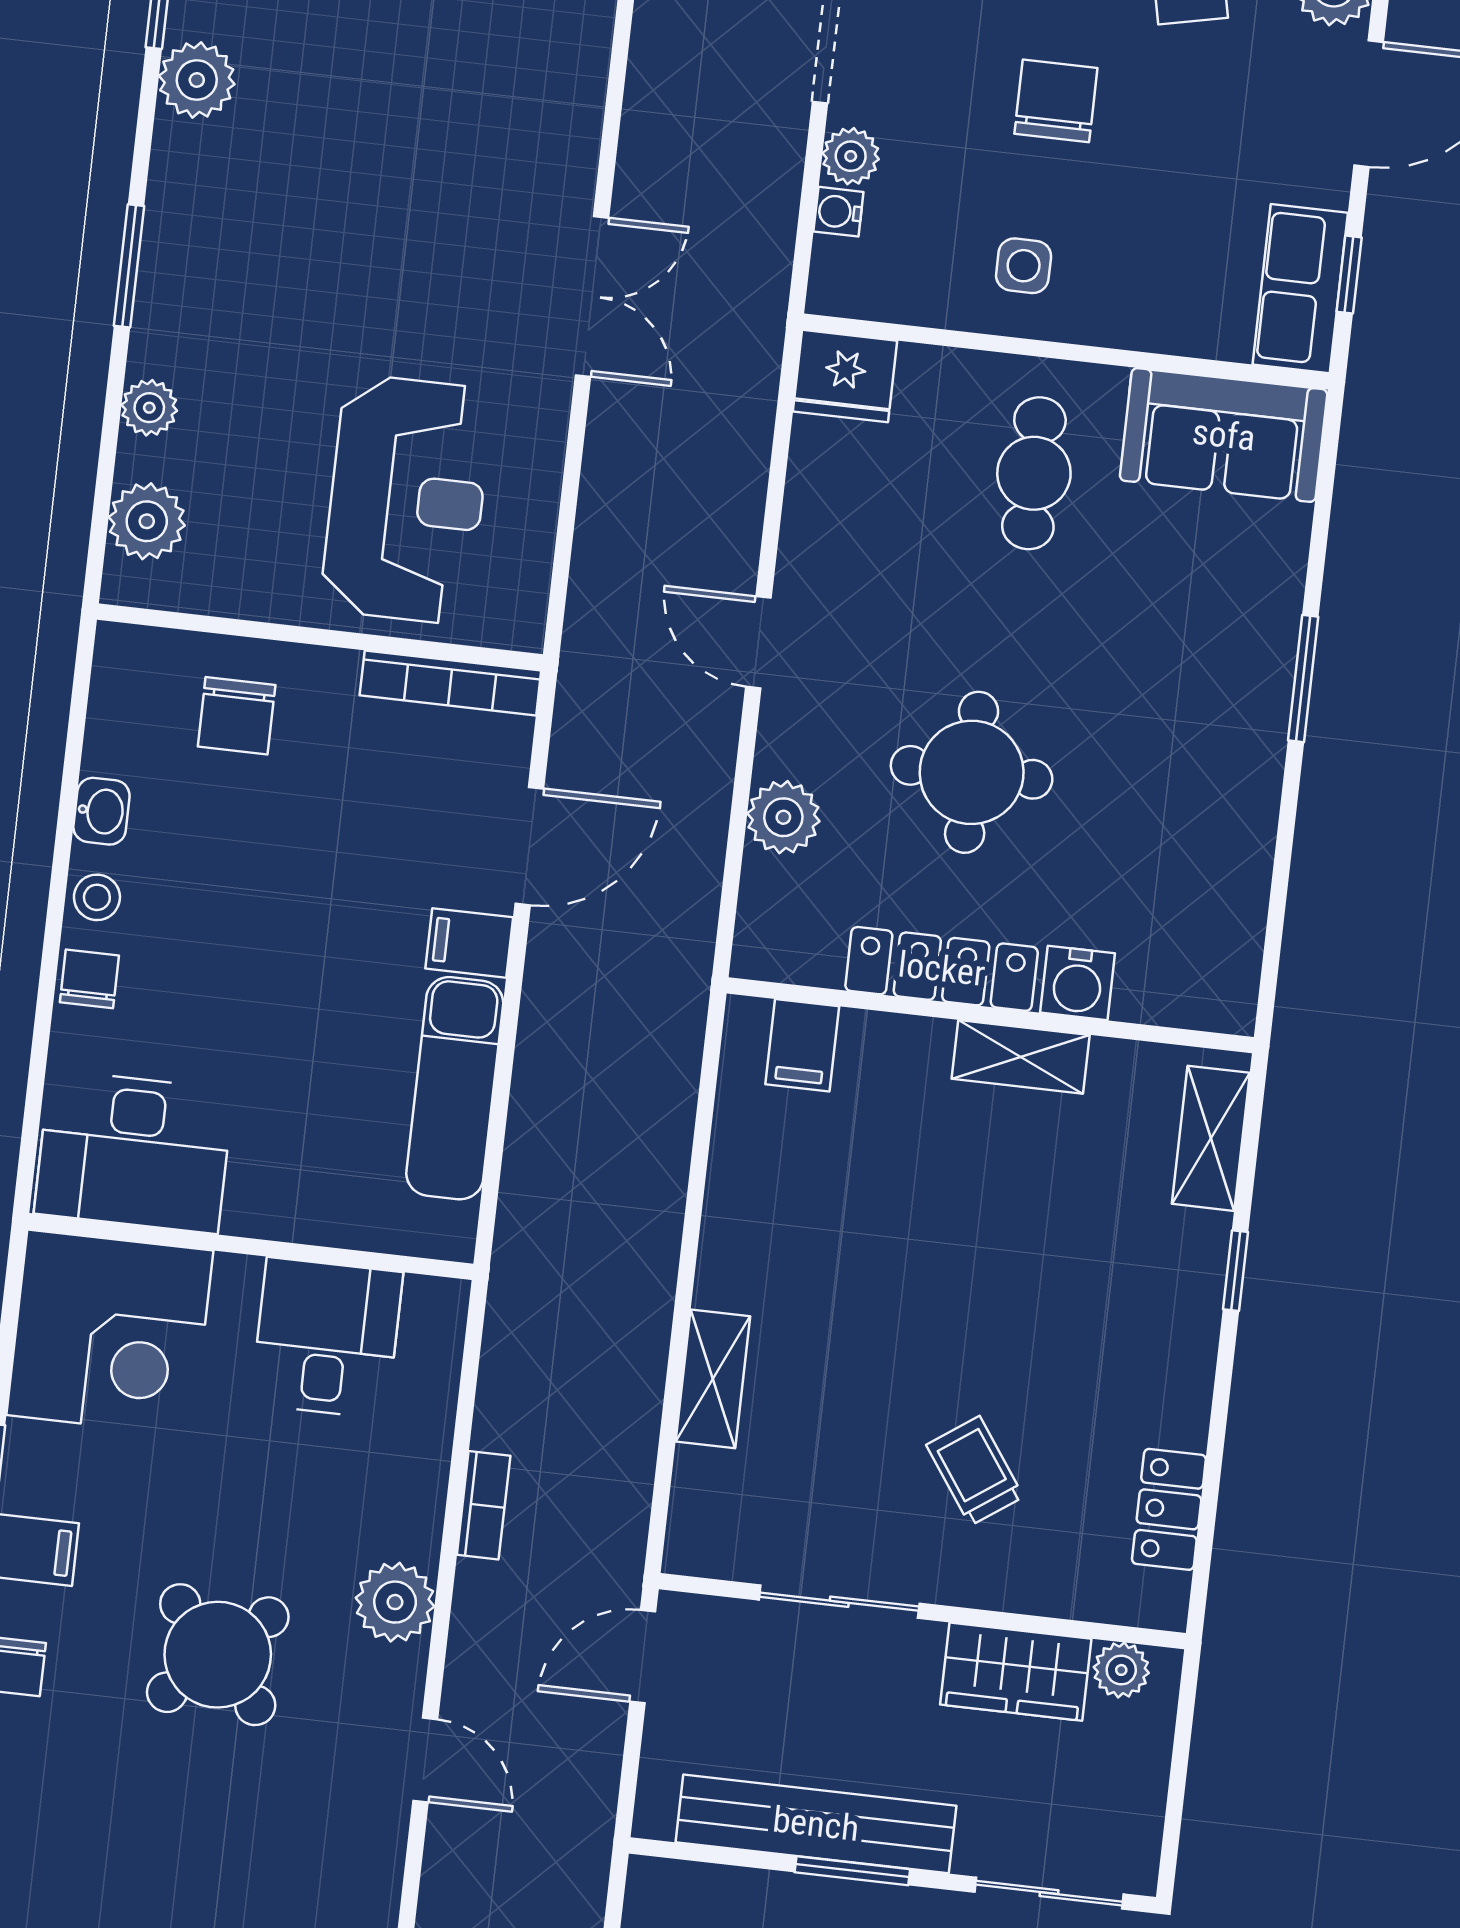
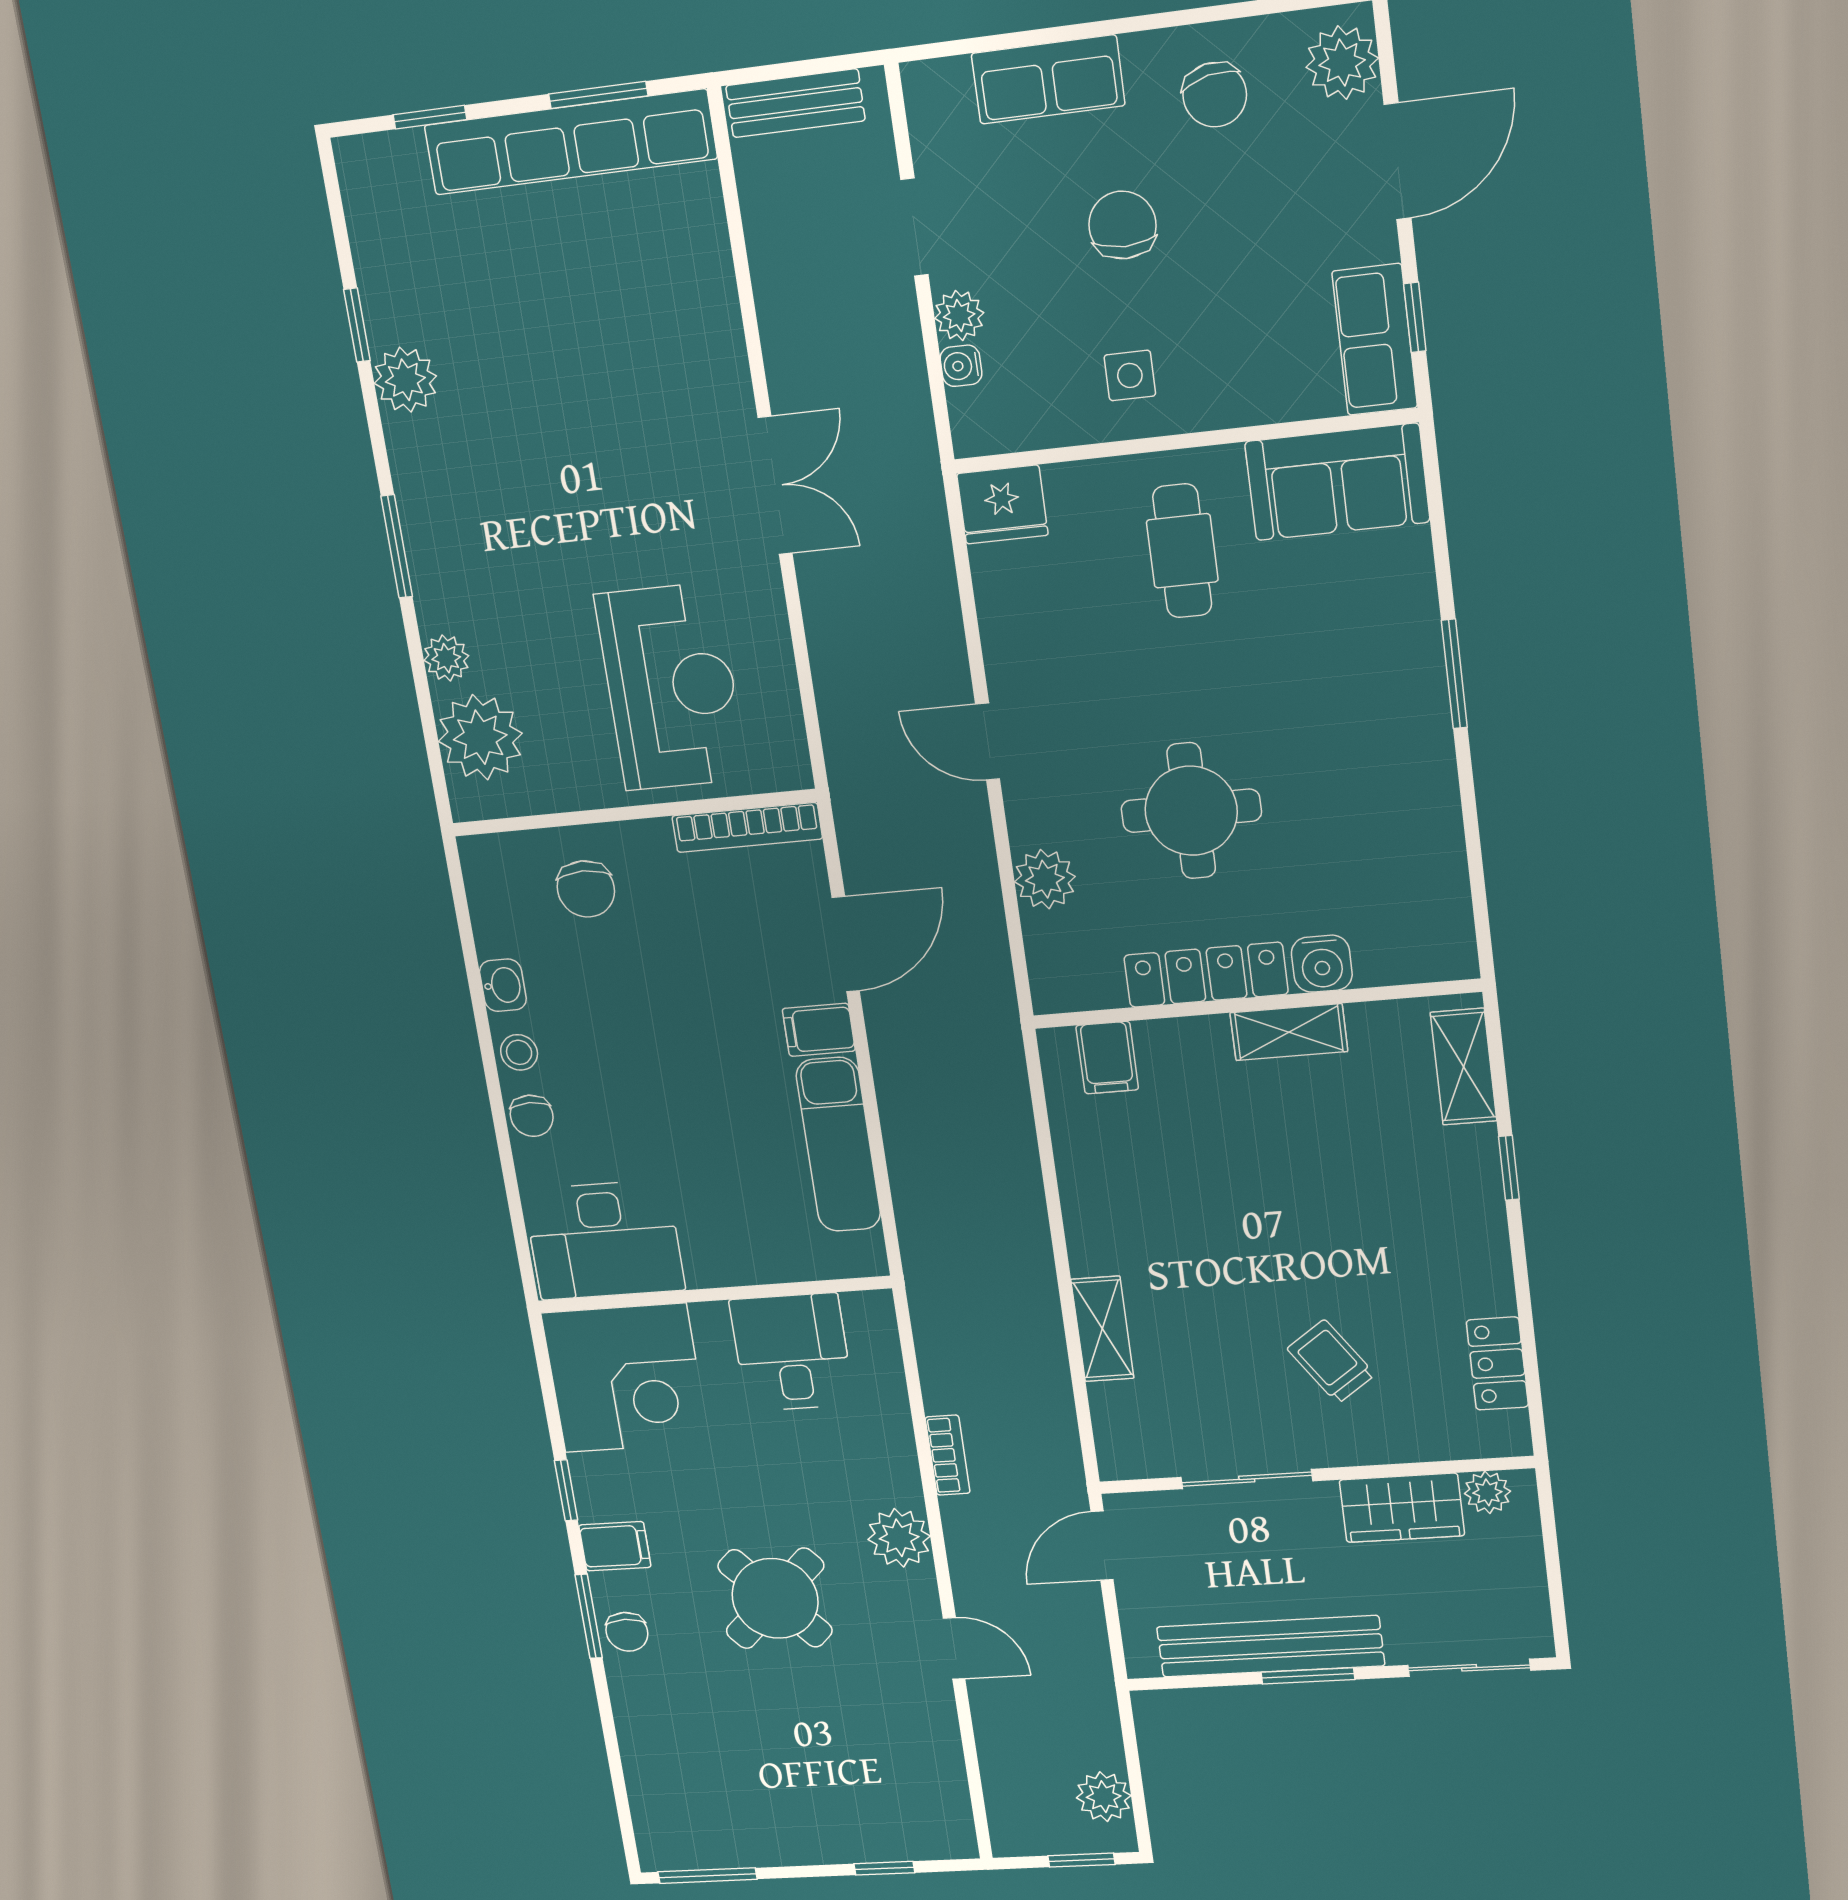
plant: (147, 521) -> (480, 737), width x1.36, depth x1.36
chair: (89, 979) -> (532, 1116), turned 180

